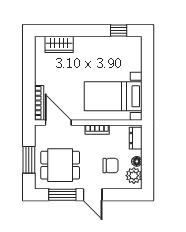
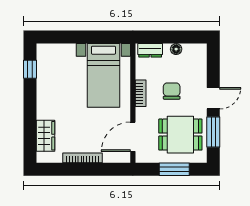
bookcase: (39, 103) -> (83, 158), moved
dining table: (60, 165) -> (180, 135), turned 90
chair: (111, 166) -> (172, 91), moved
plant: (134, 176) -> (192, 52), removed

